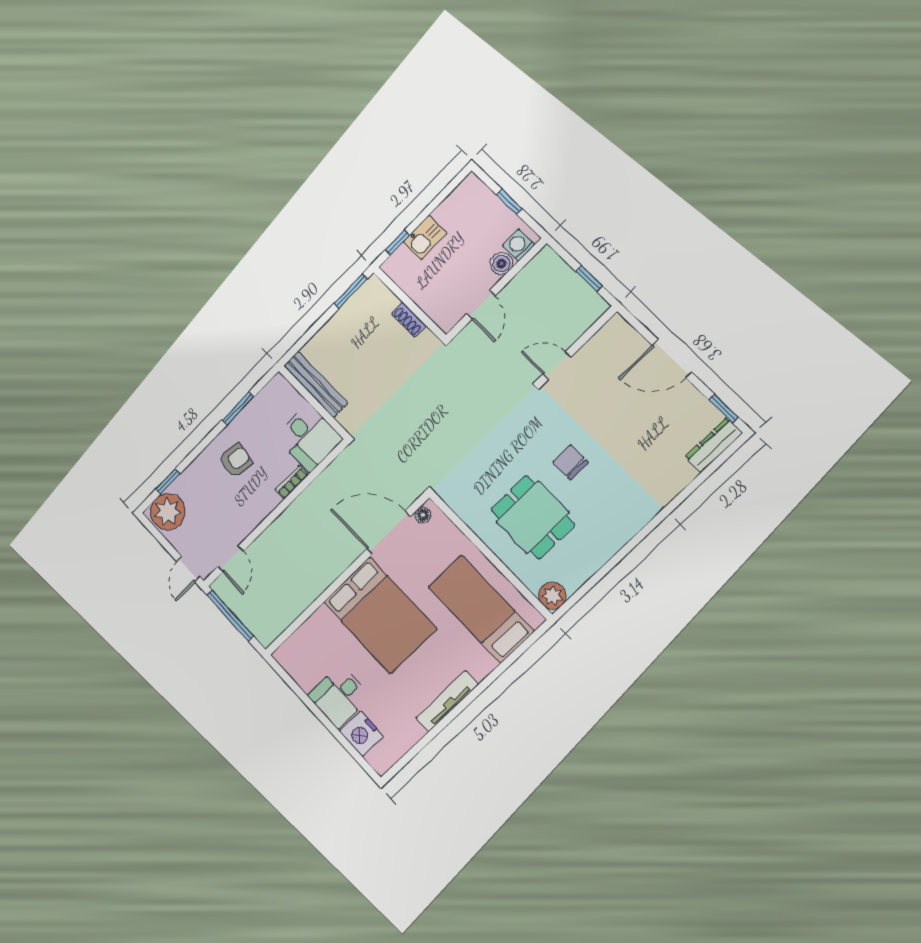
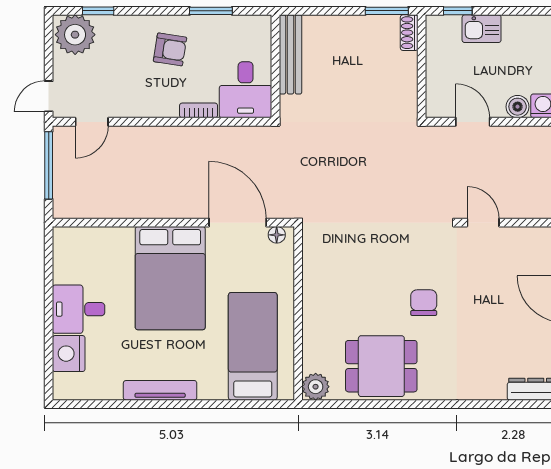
door: (481, 305) -> (473, 122), swing flipped
shoe rack: (409, 320) -> (409, 33), moved
dining table: (533, 517) -> (381, 366), moved, turned 90

